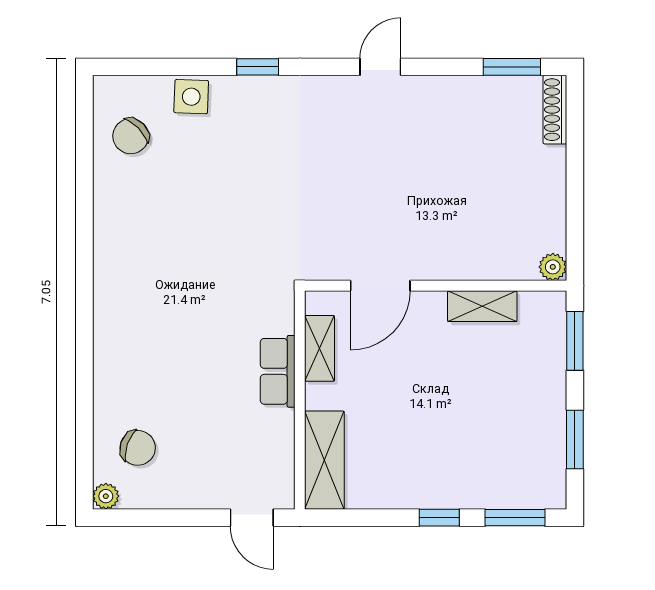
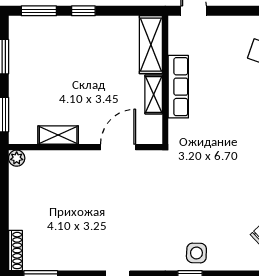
side table: (191, 97) -> (196, 253), moved
shelving: (320, 348) -> (154, 94), moved
row of seats: (278, 371) -> (178, 87), width x1.48

